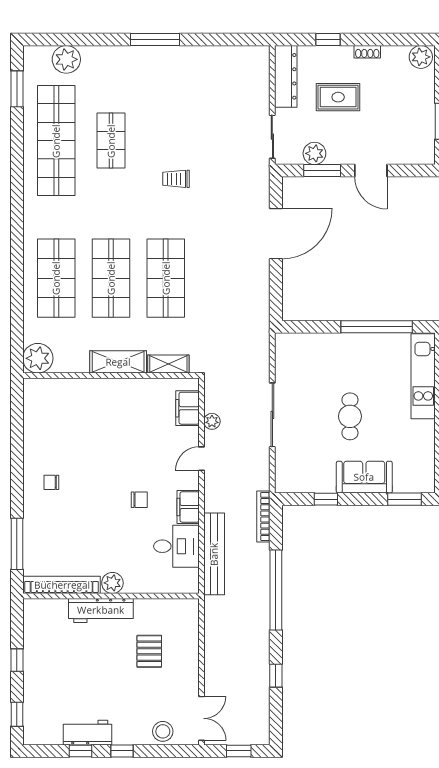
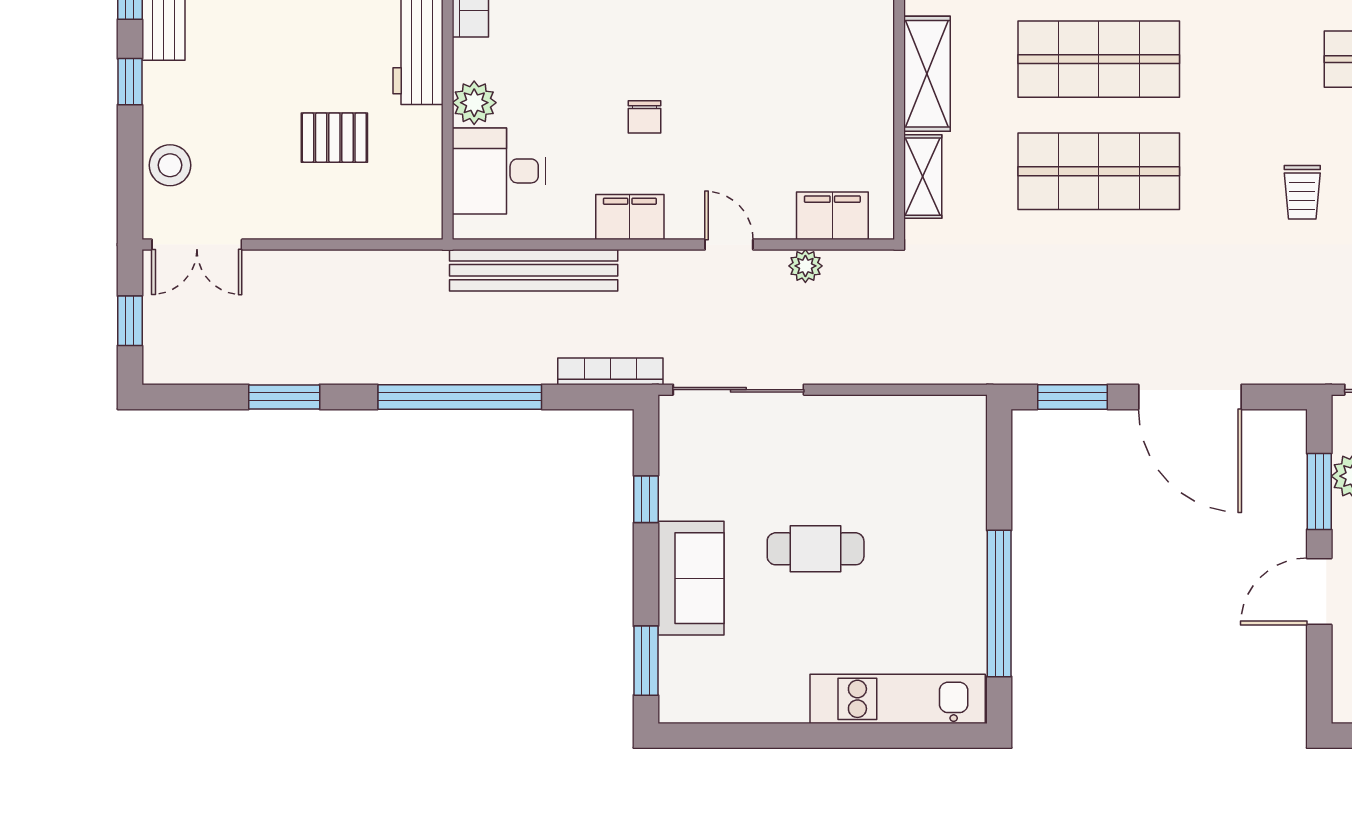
trolley: (176, 179) -> (1302, 192), turned 180
window: (276, 291) -> (1072, 397), added
sliding door: (272, 415) -> (738, 390), moved
desk: (176, 546) -> (499, 171), moved, turned 90
plant: (112, 583) -> (474, 103), moved
window: (276, 676) -> (284, 397), width x1.50

